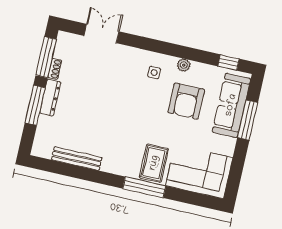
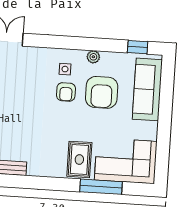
armchair: (151, 95) -> (66, 92), added
window: (248, 120) -> (166, 101), removed
window: (144, 187) -> (101, 187), moved

